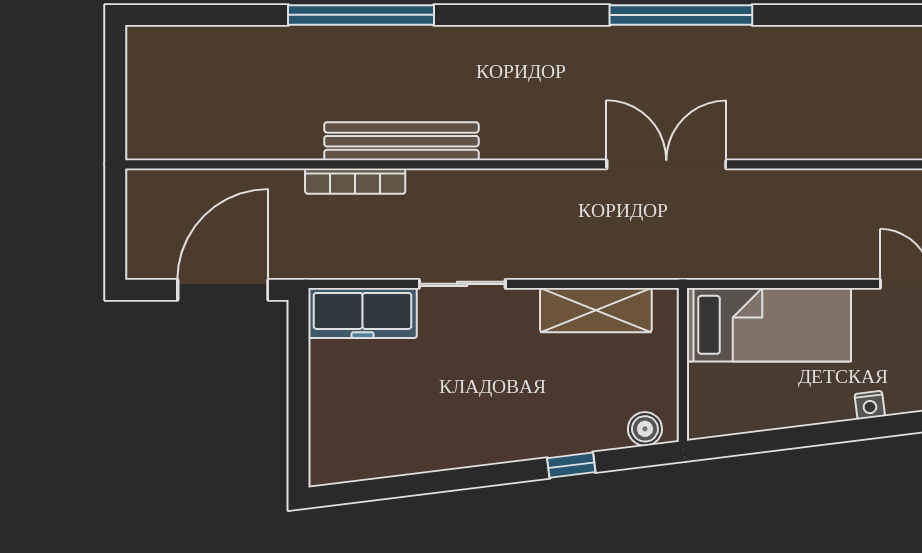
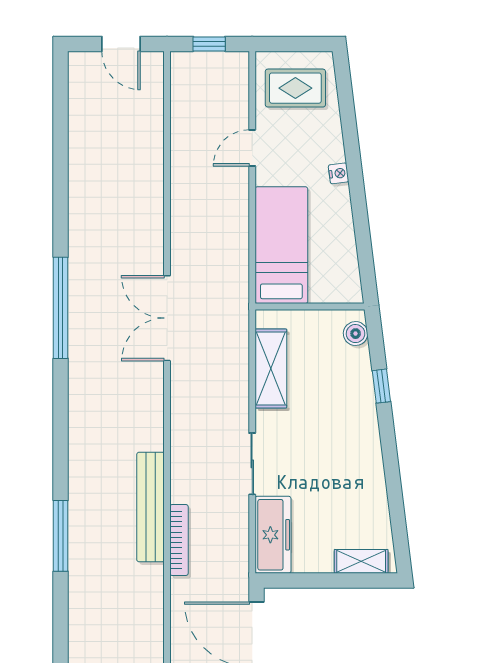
window: (361, 15) -> (61, 536), width x0.68
shelving: (325, 437) -> (361, 561), added

